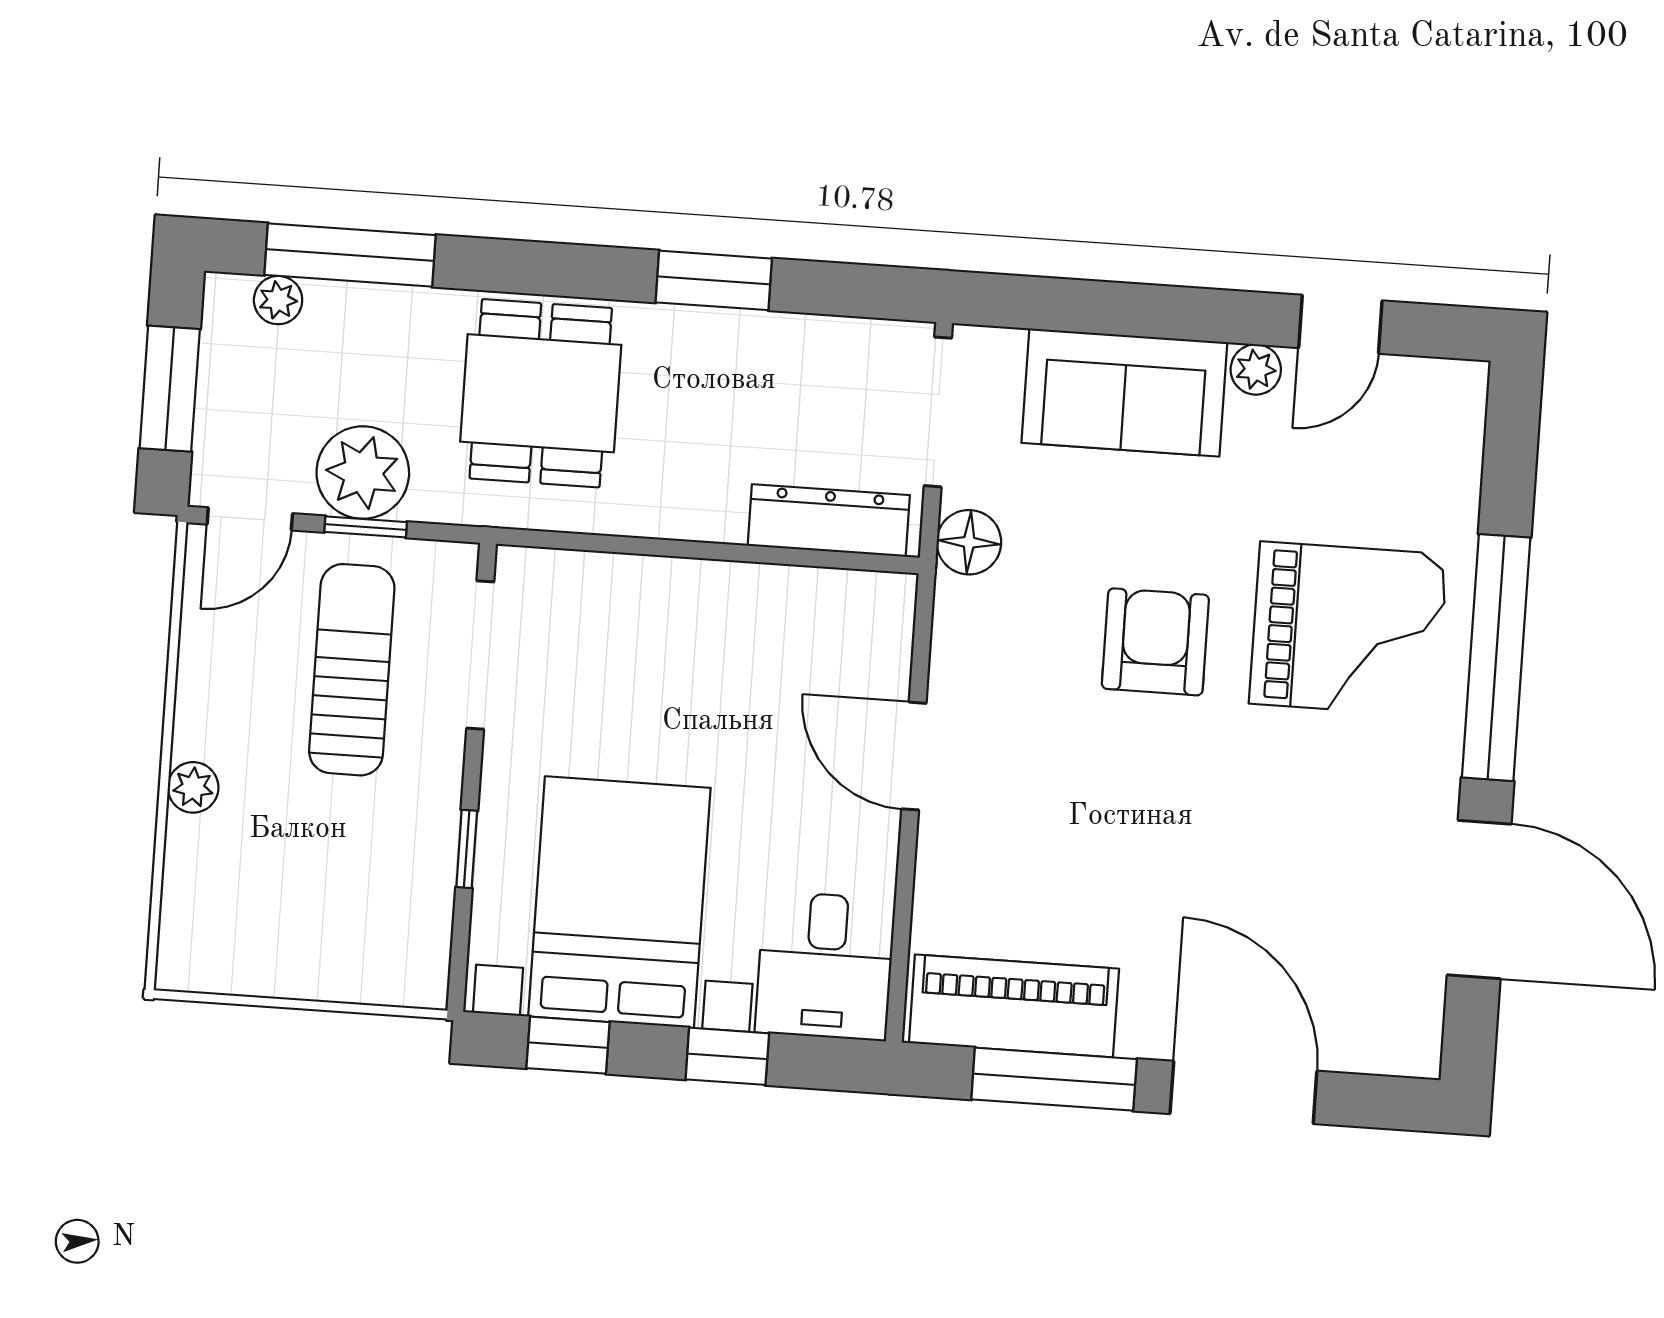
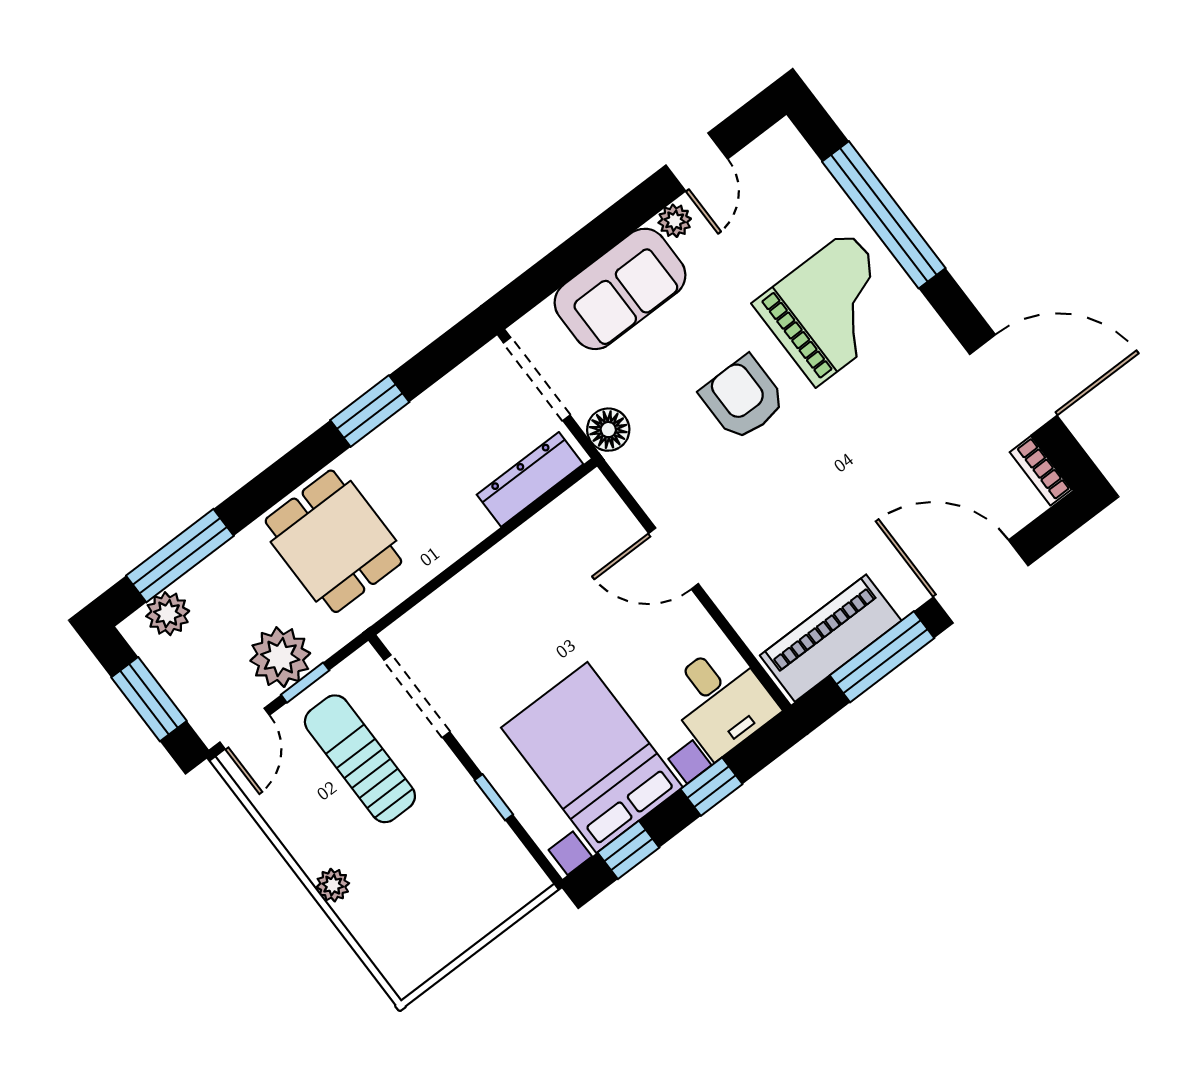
plant: (278, 300) -> (168, 614), width x1.38, depth x1.38
window: (1496, 658) -> (884, 215), moved
bookcase: (1424, 1026) -> (1041, 471), added

